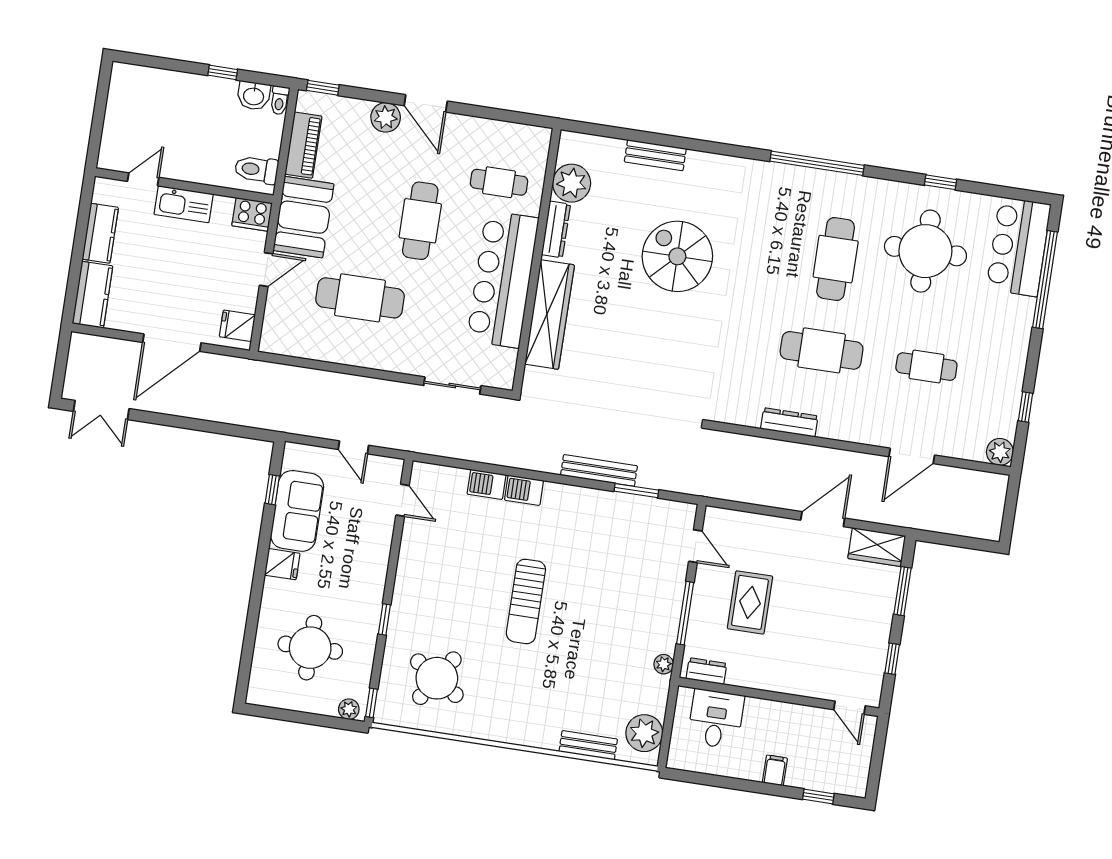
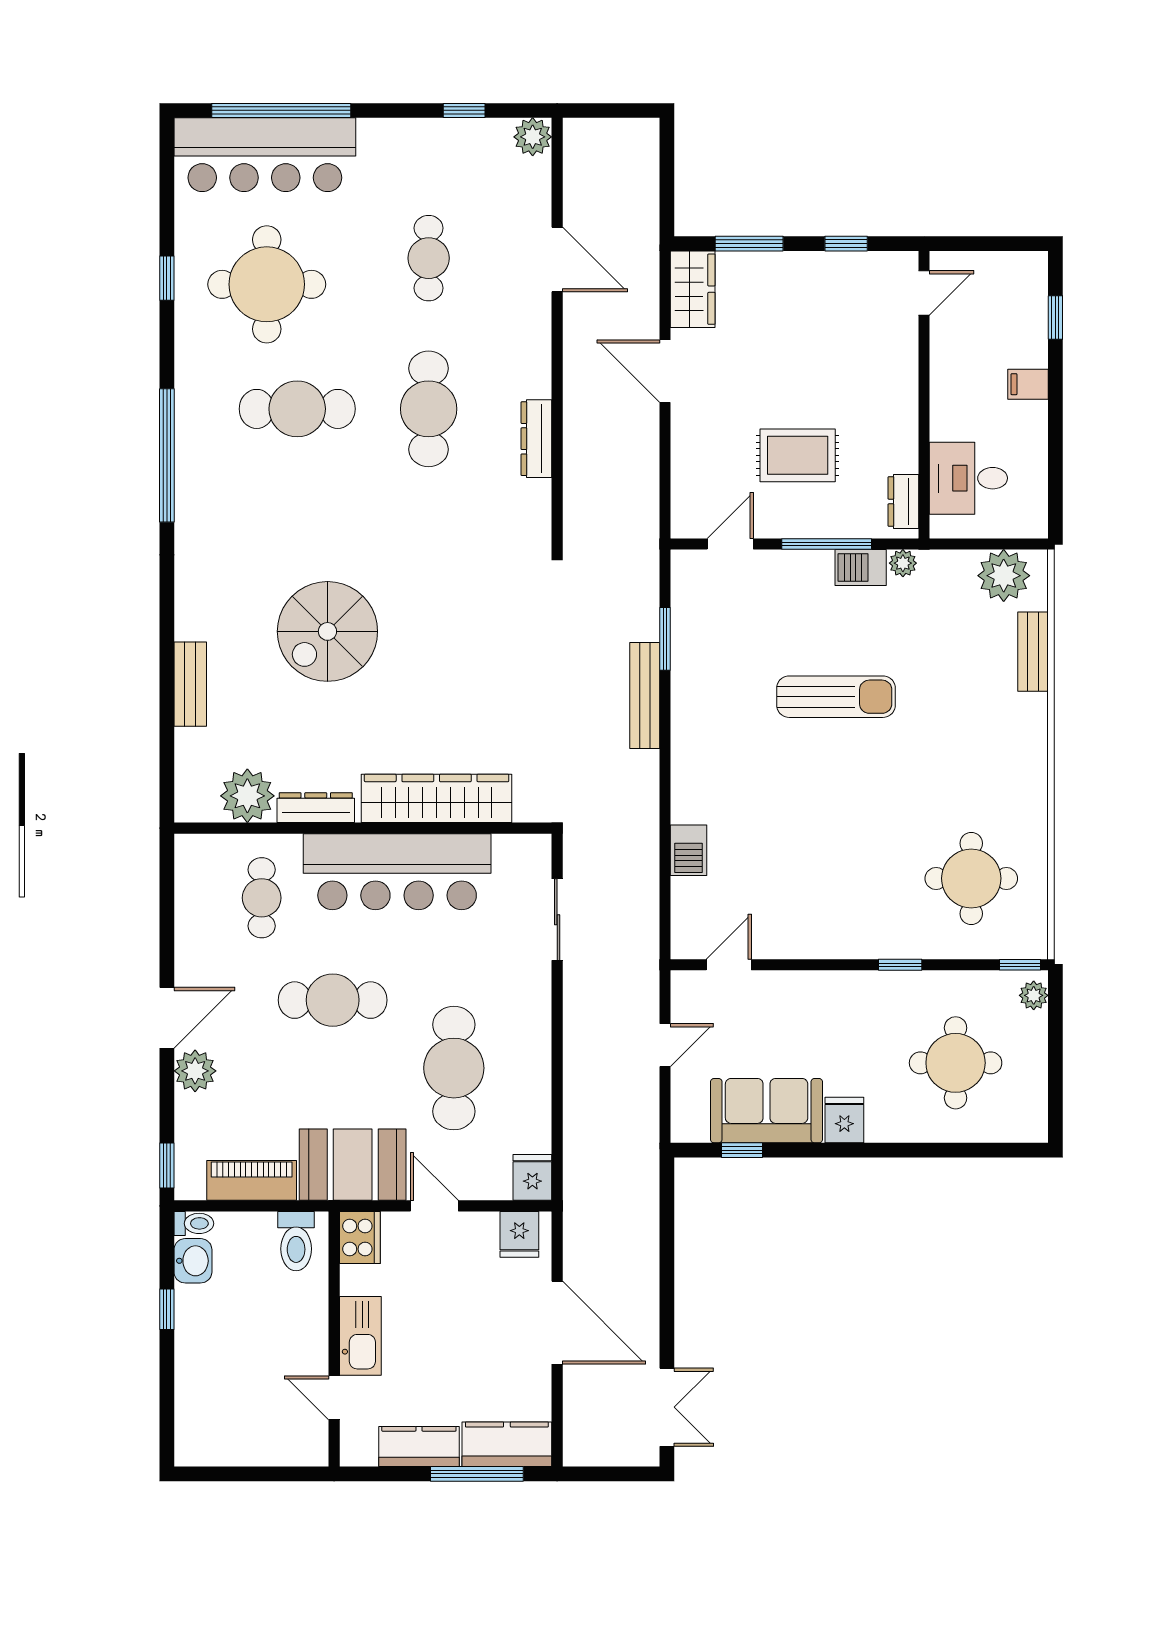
bar counter: (1019, 247) -> (265, 155), width x1.36
window: (75, 271) -> (477, 1474), added
fridge: (276, 341) -> (532, 1177), added
barbecue: (524, 490) -> (861, 567), moved, turned 90
sun lounger: (526, 601) -> (836, 697), moved
round table: (437, 678) -> (971, 878), turned -33

